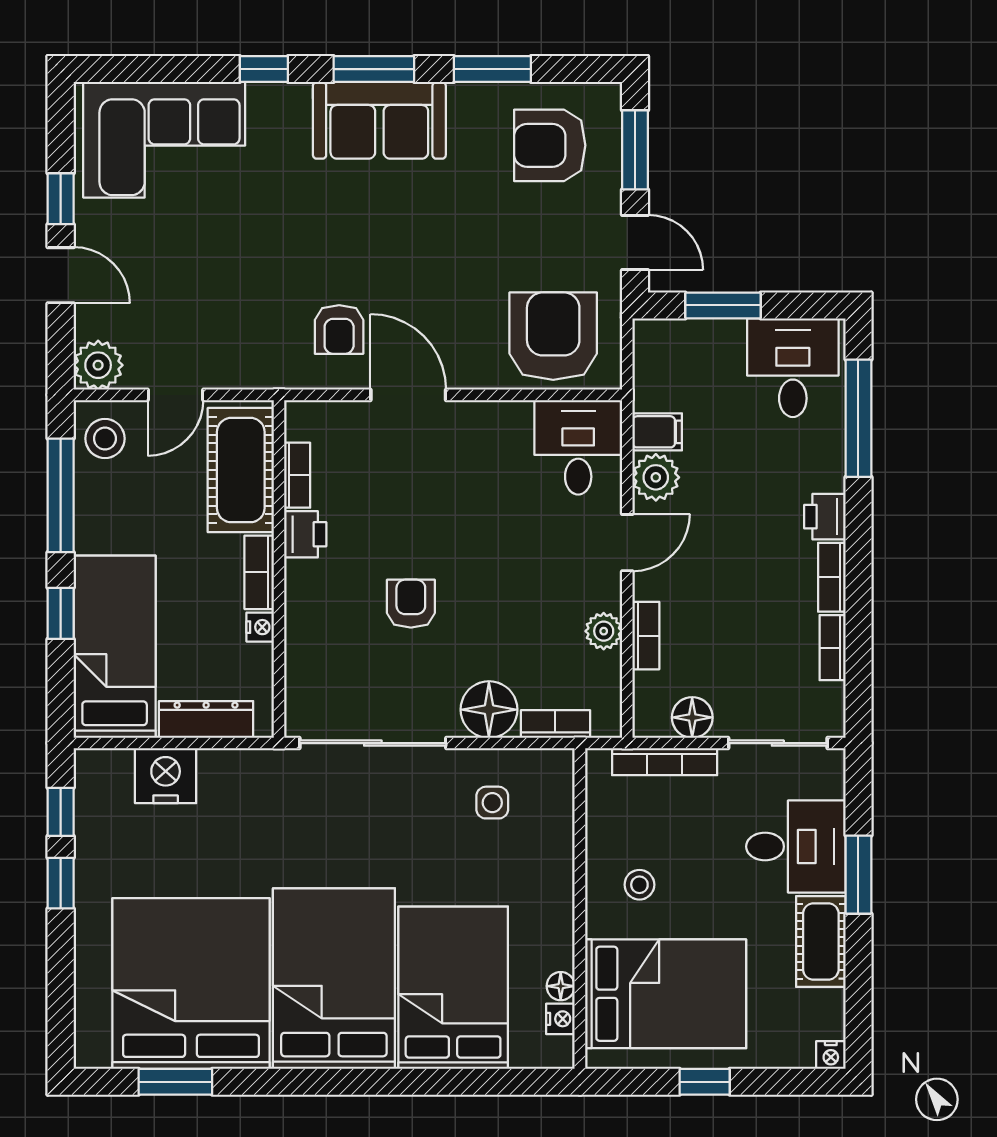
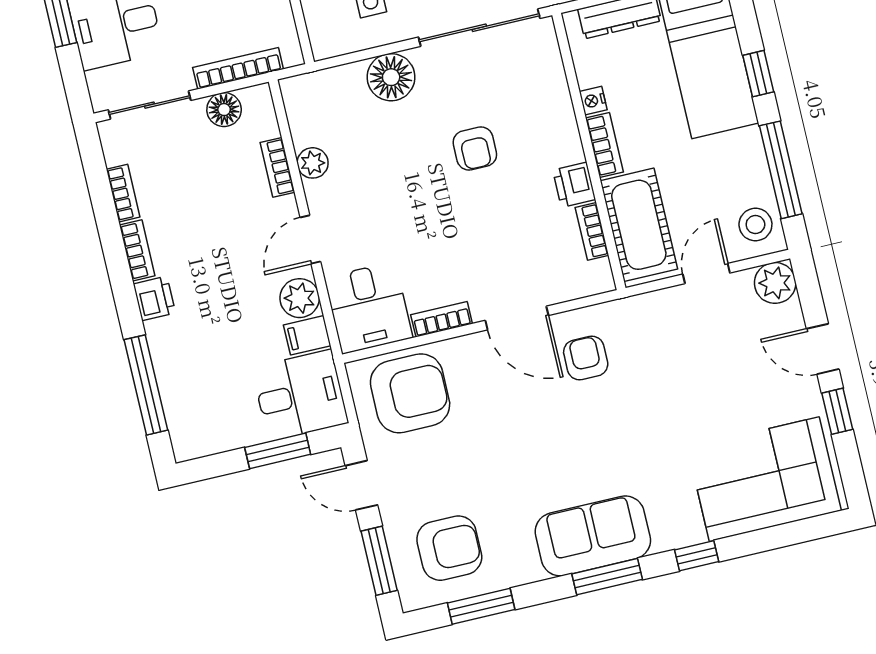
window: (492, 69) -> (481, 606), moved
armchair: (553, 336) -> (410, 393), turned -90
desk: (793, 368) -> (300, 395), moved, turned -90
bookcase: (555, 724) -> (442, 319), moved, turned 180

